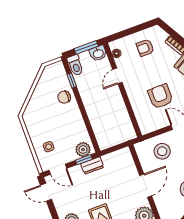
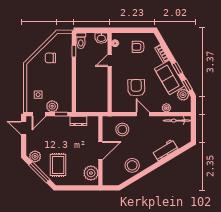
window: (86, 47) -> (94, 30), removed
chair: (64, 97) -> (50, 58), moved
plant: (83, 150) -> (52, 106), moved
dresser: (92, 166) -> (78, 121), moved
door: (58, 169) -> (39, 114), hinge flipped

